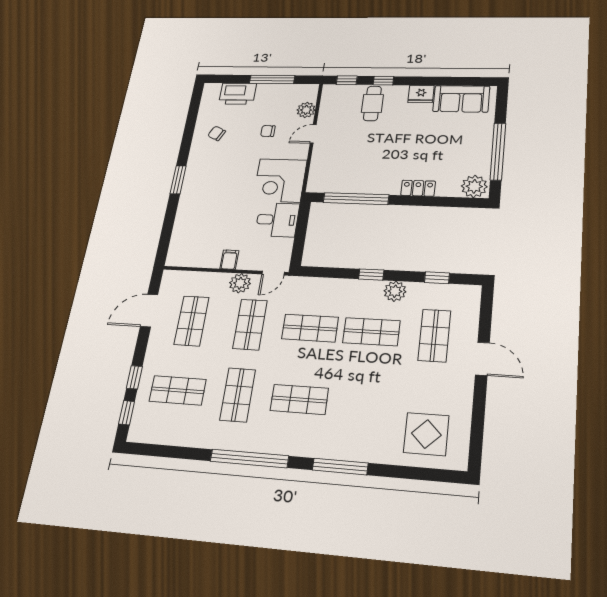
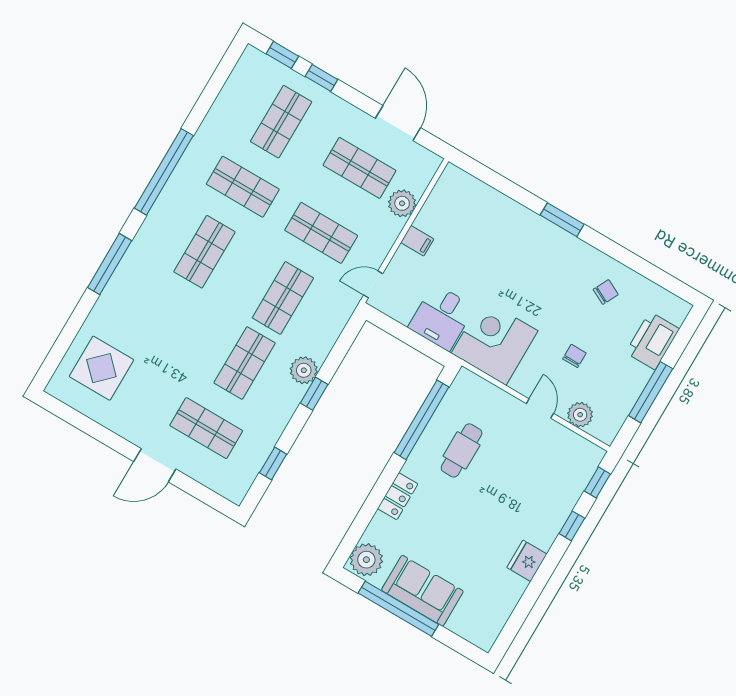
sofa: (461, 99) -> (422, 591), moved, turned 90
cafe table: (372, 103) -> (462, 450), moved, turned 90
door: (273, 273) -> (373, 284), hinge flipped
plant: (240, 283) -> (402, 203), moved
plant: (395, 291) -> (304, 370), moved

